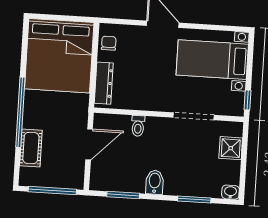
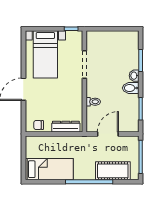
bed: (59, 56) -> (49, 169), width x0.49
door: (89, 144) -> (108, 134), hinge flipped
cot: (31, 148) -> (113, 171), width x1.37, depth x1.34
shower: (231, 148) -> (104, 38), removed
washbasin: (230, 192) -> (134, 76), moved

